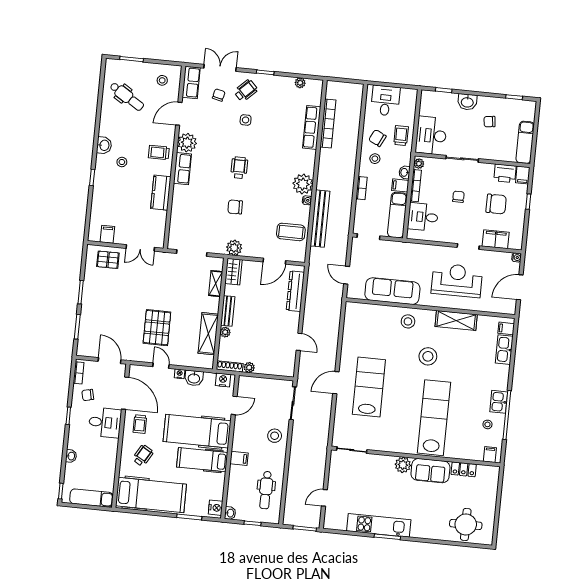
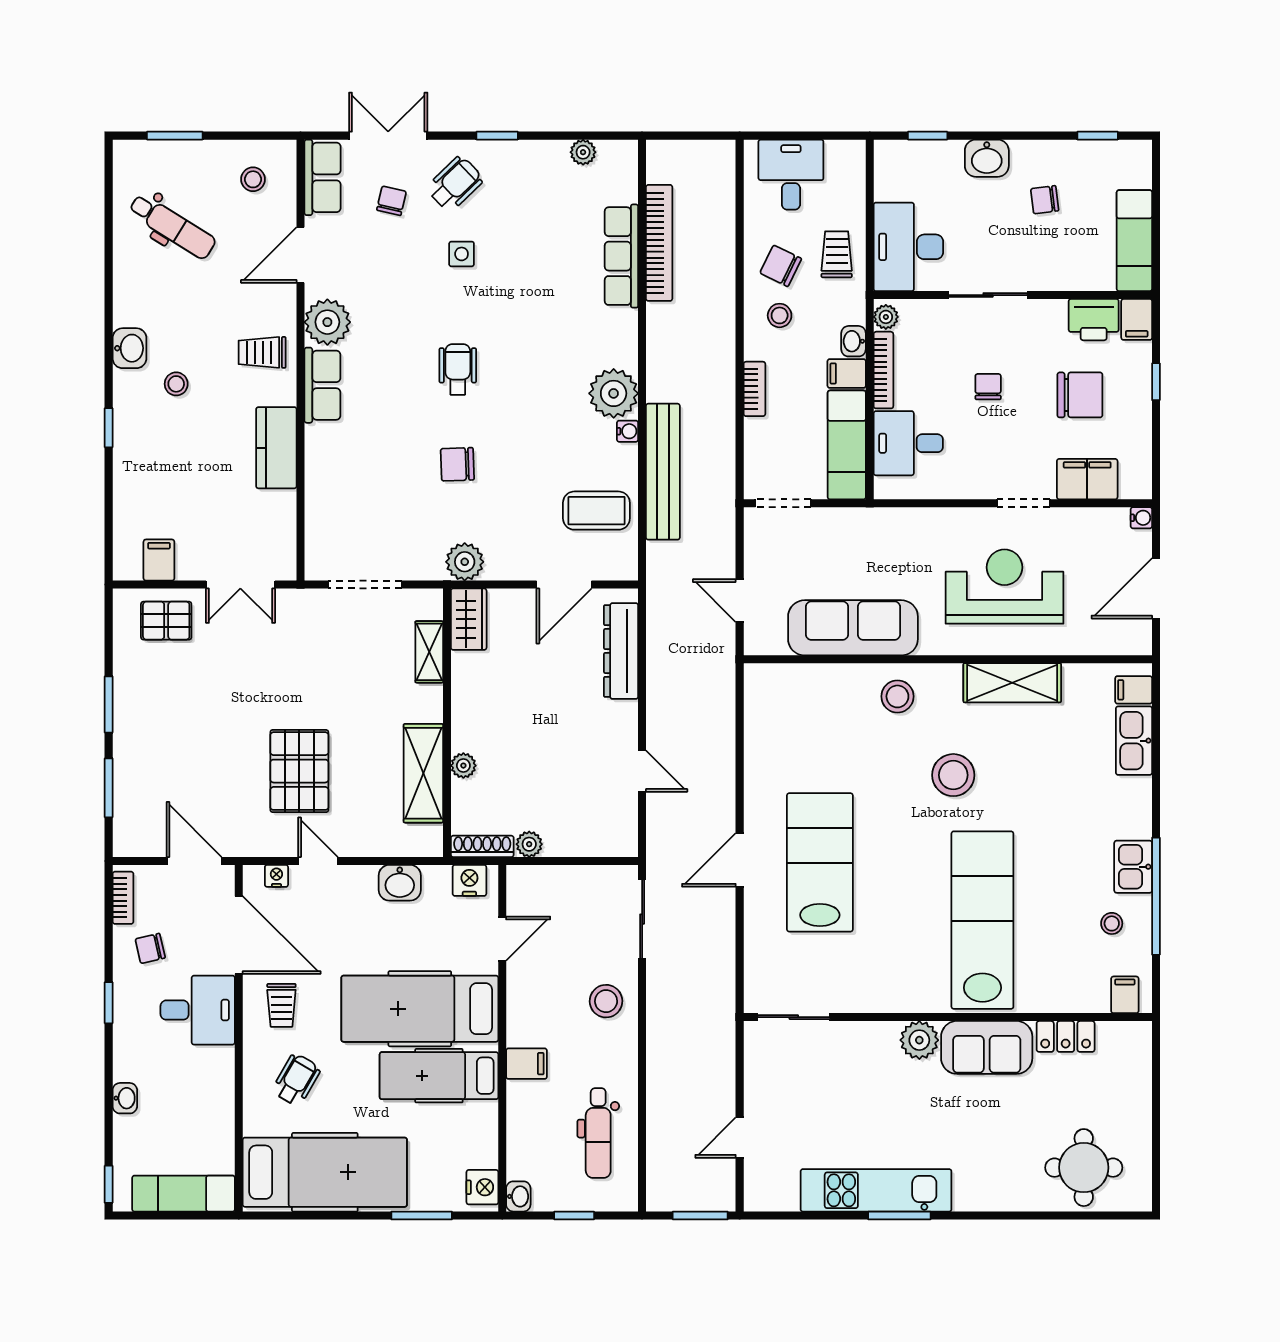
bench: (228, 311) -> (465, 714), removed
nightstand: (180, 374) -> (276, 876), moved

